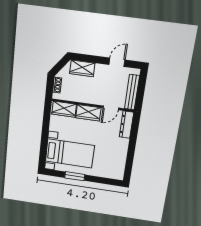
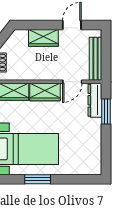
wardrobe: (82, 68) -> (43, 38), moved
window: (134, 134) -> (106, 111), added

